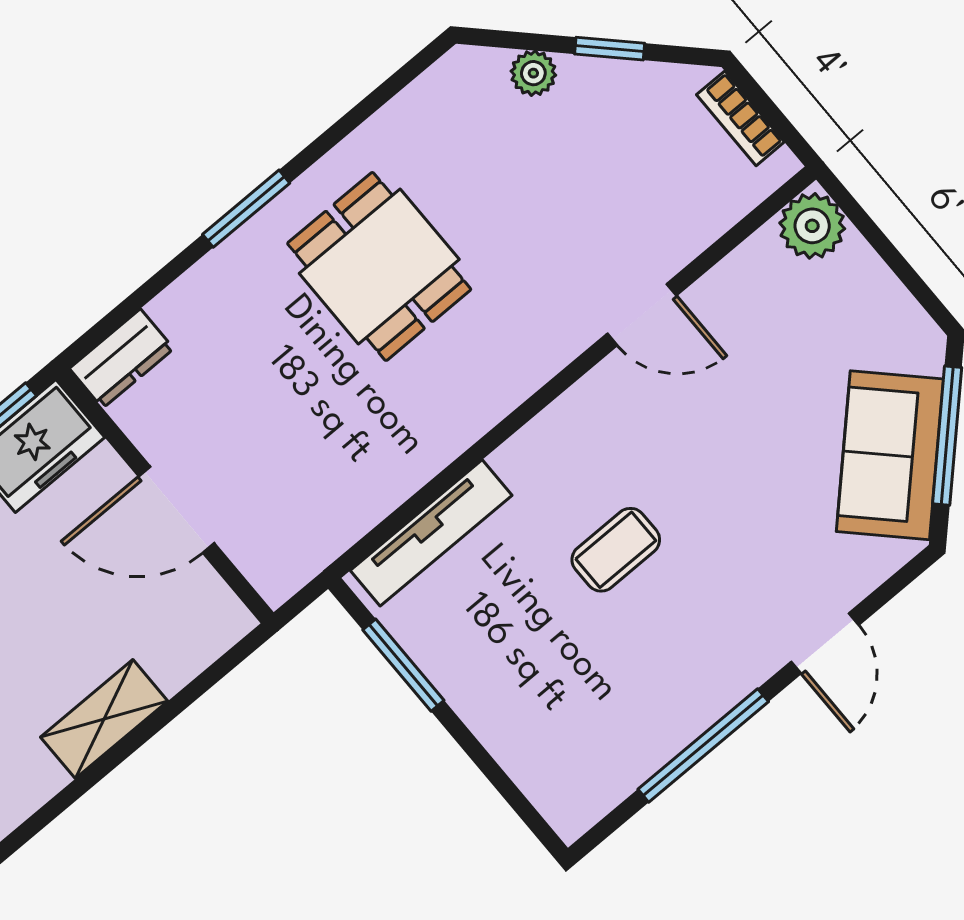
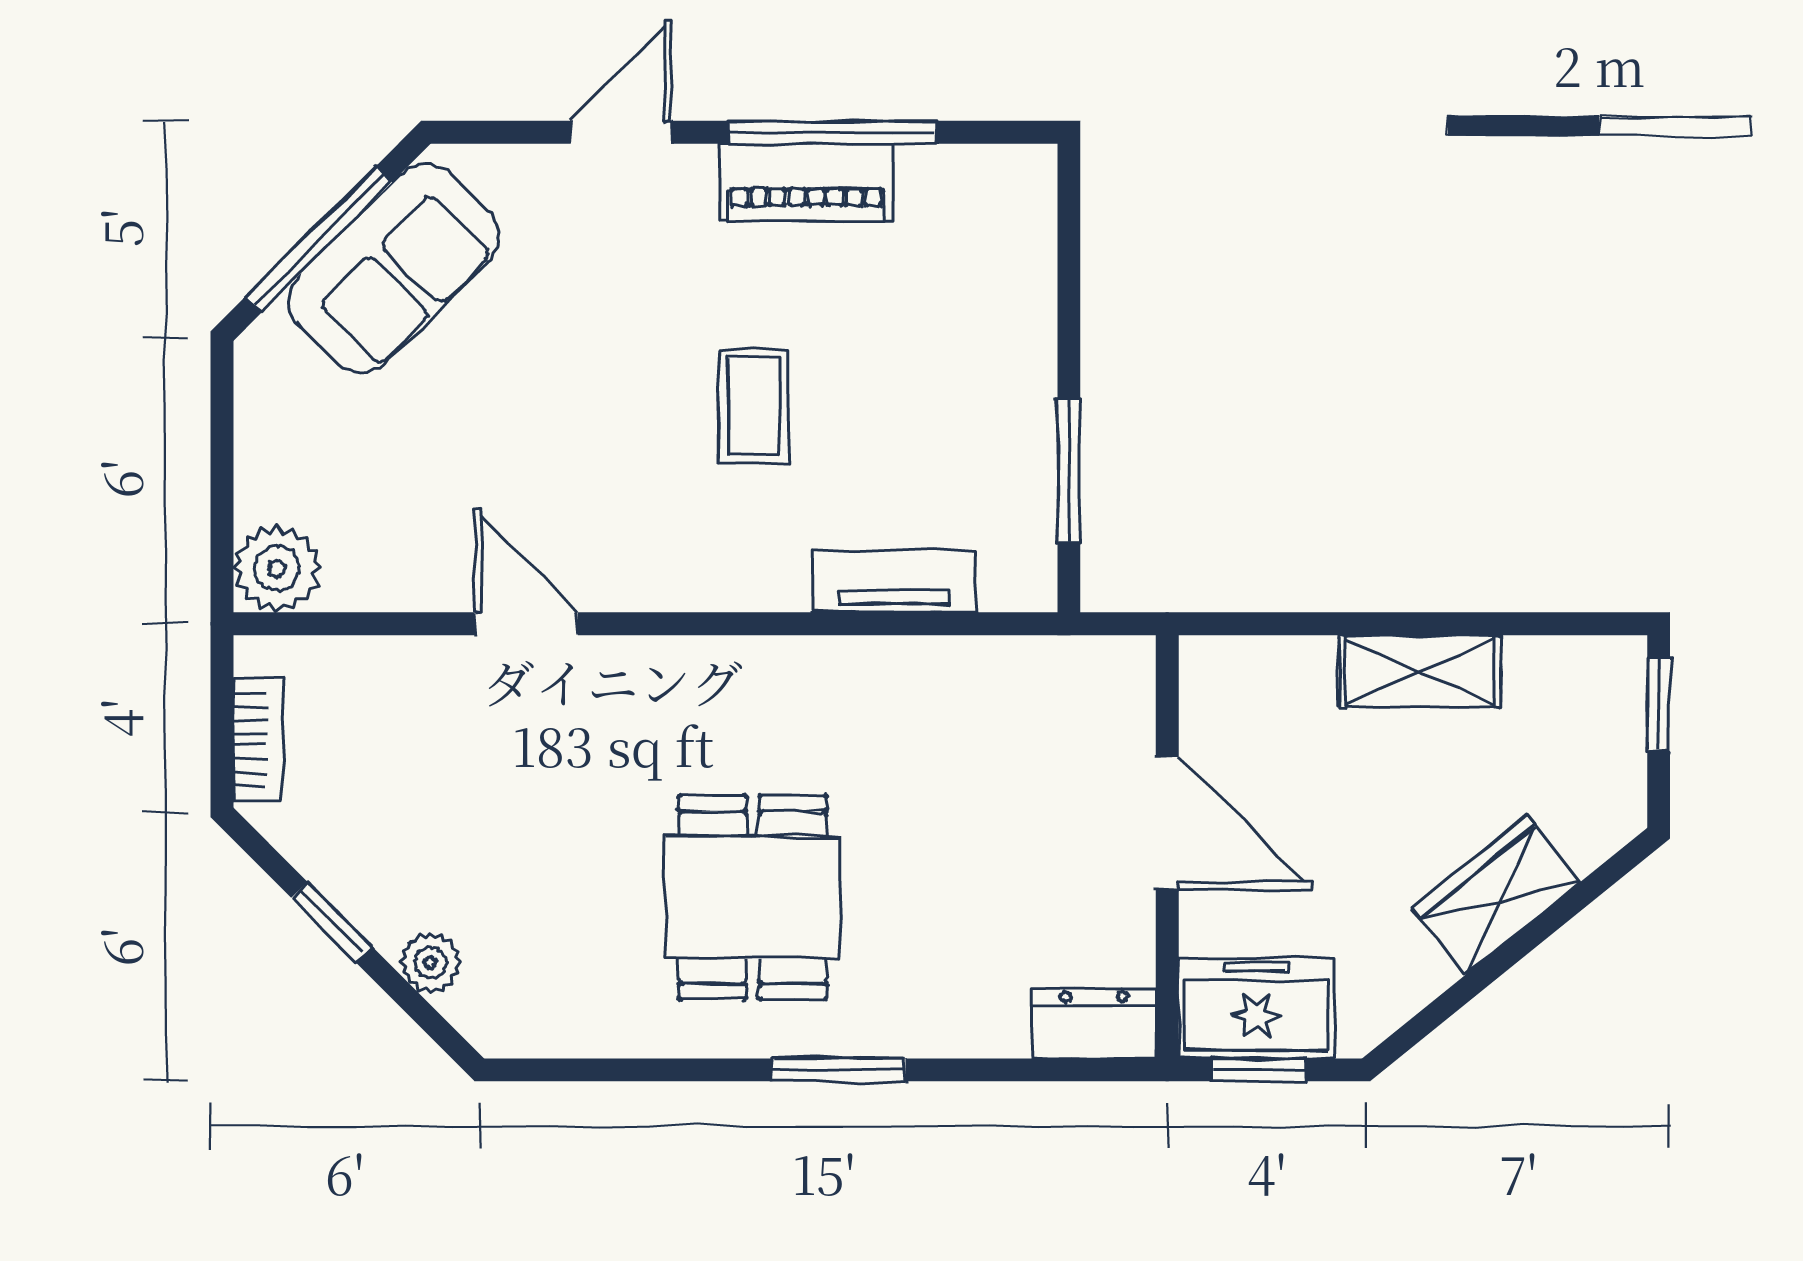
tv unit: (431, 533) -> (894, 581), width x0.71
coffee table: (616, 550) -> (754, 406), turned 90
piano: (694, 704) -> (806, 182), added

